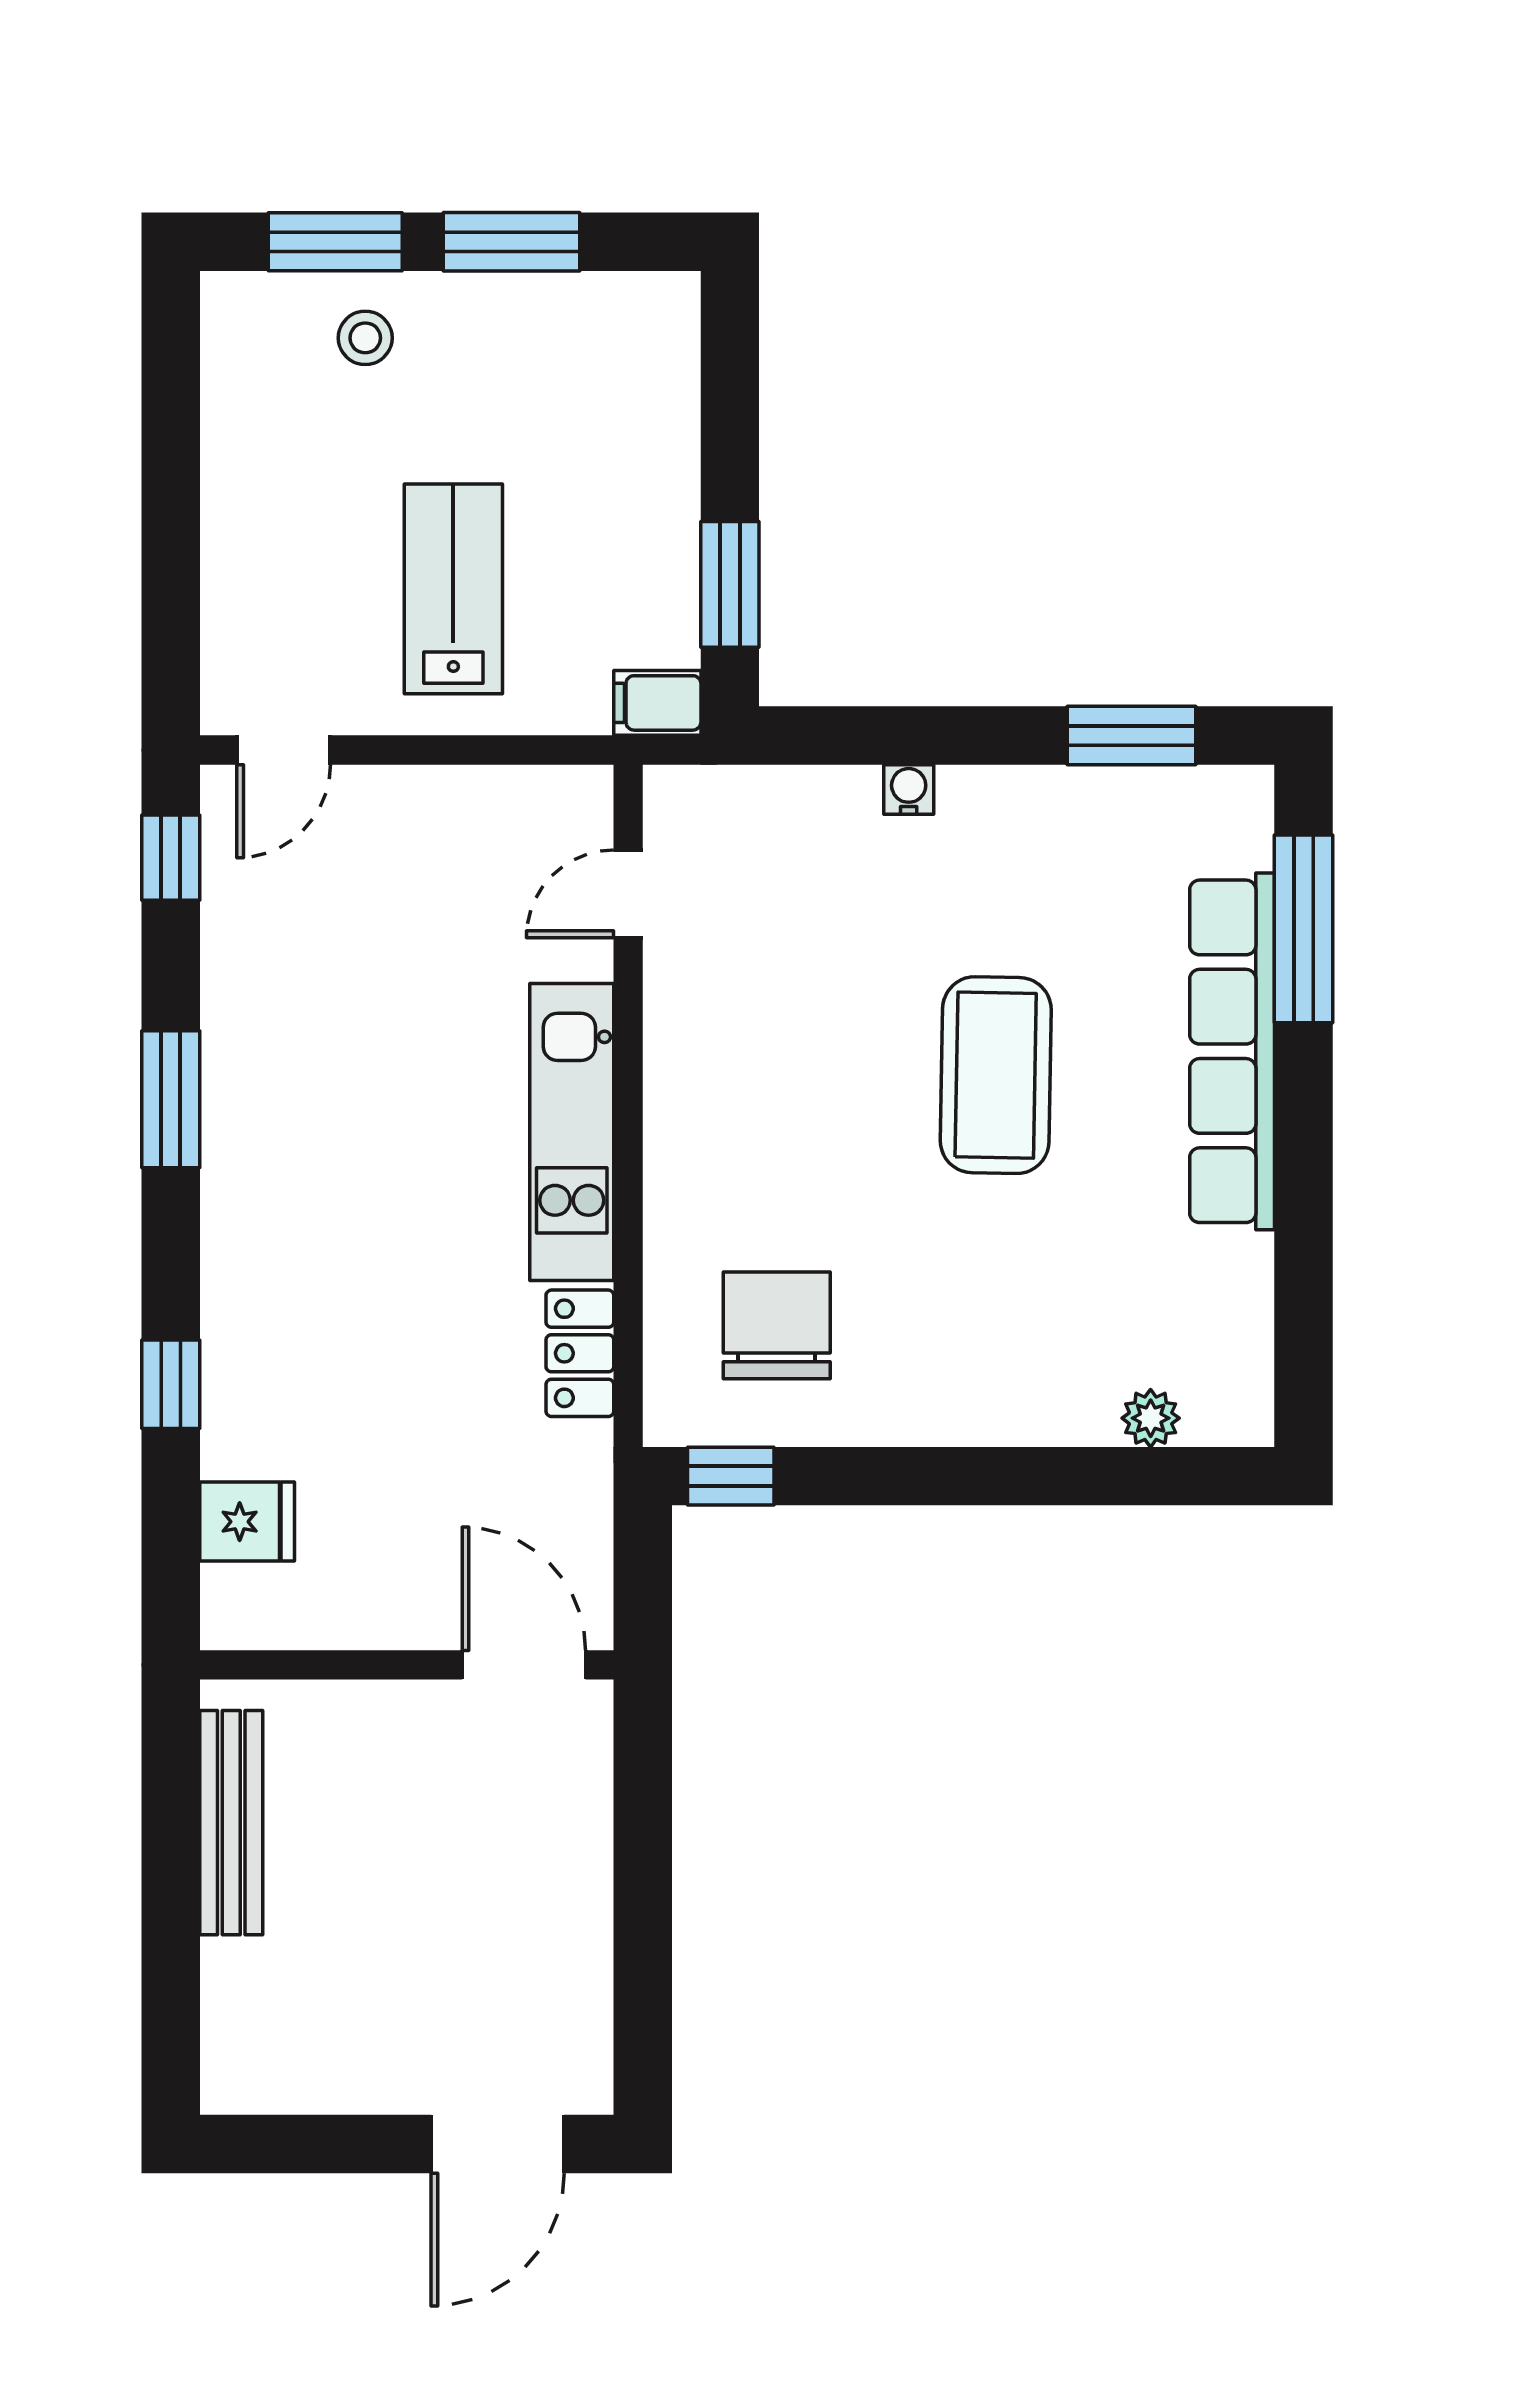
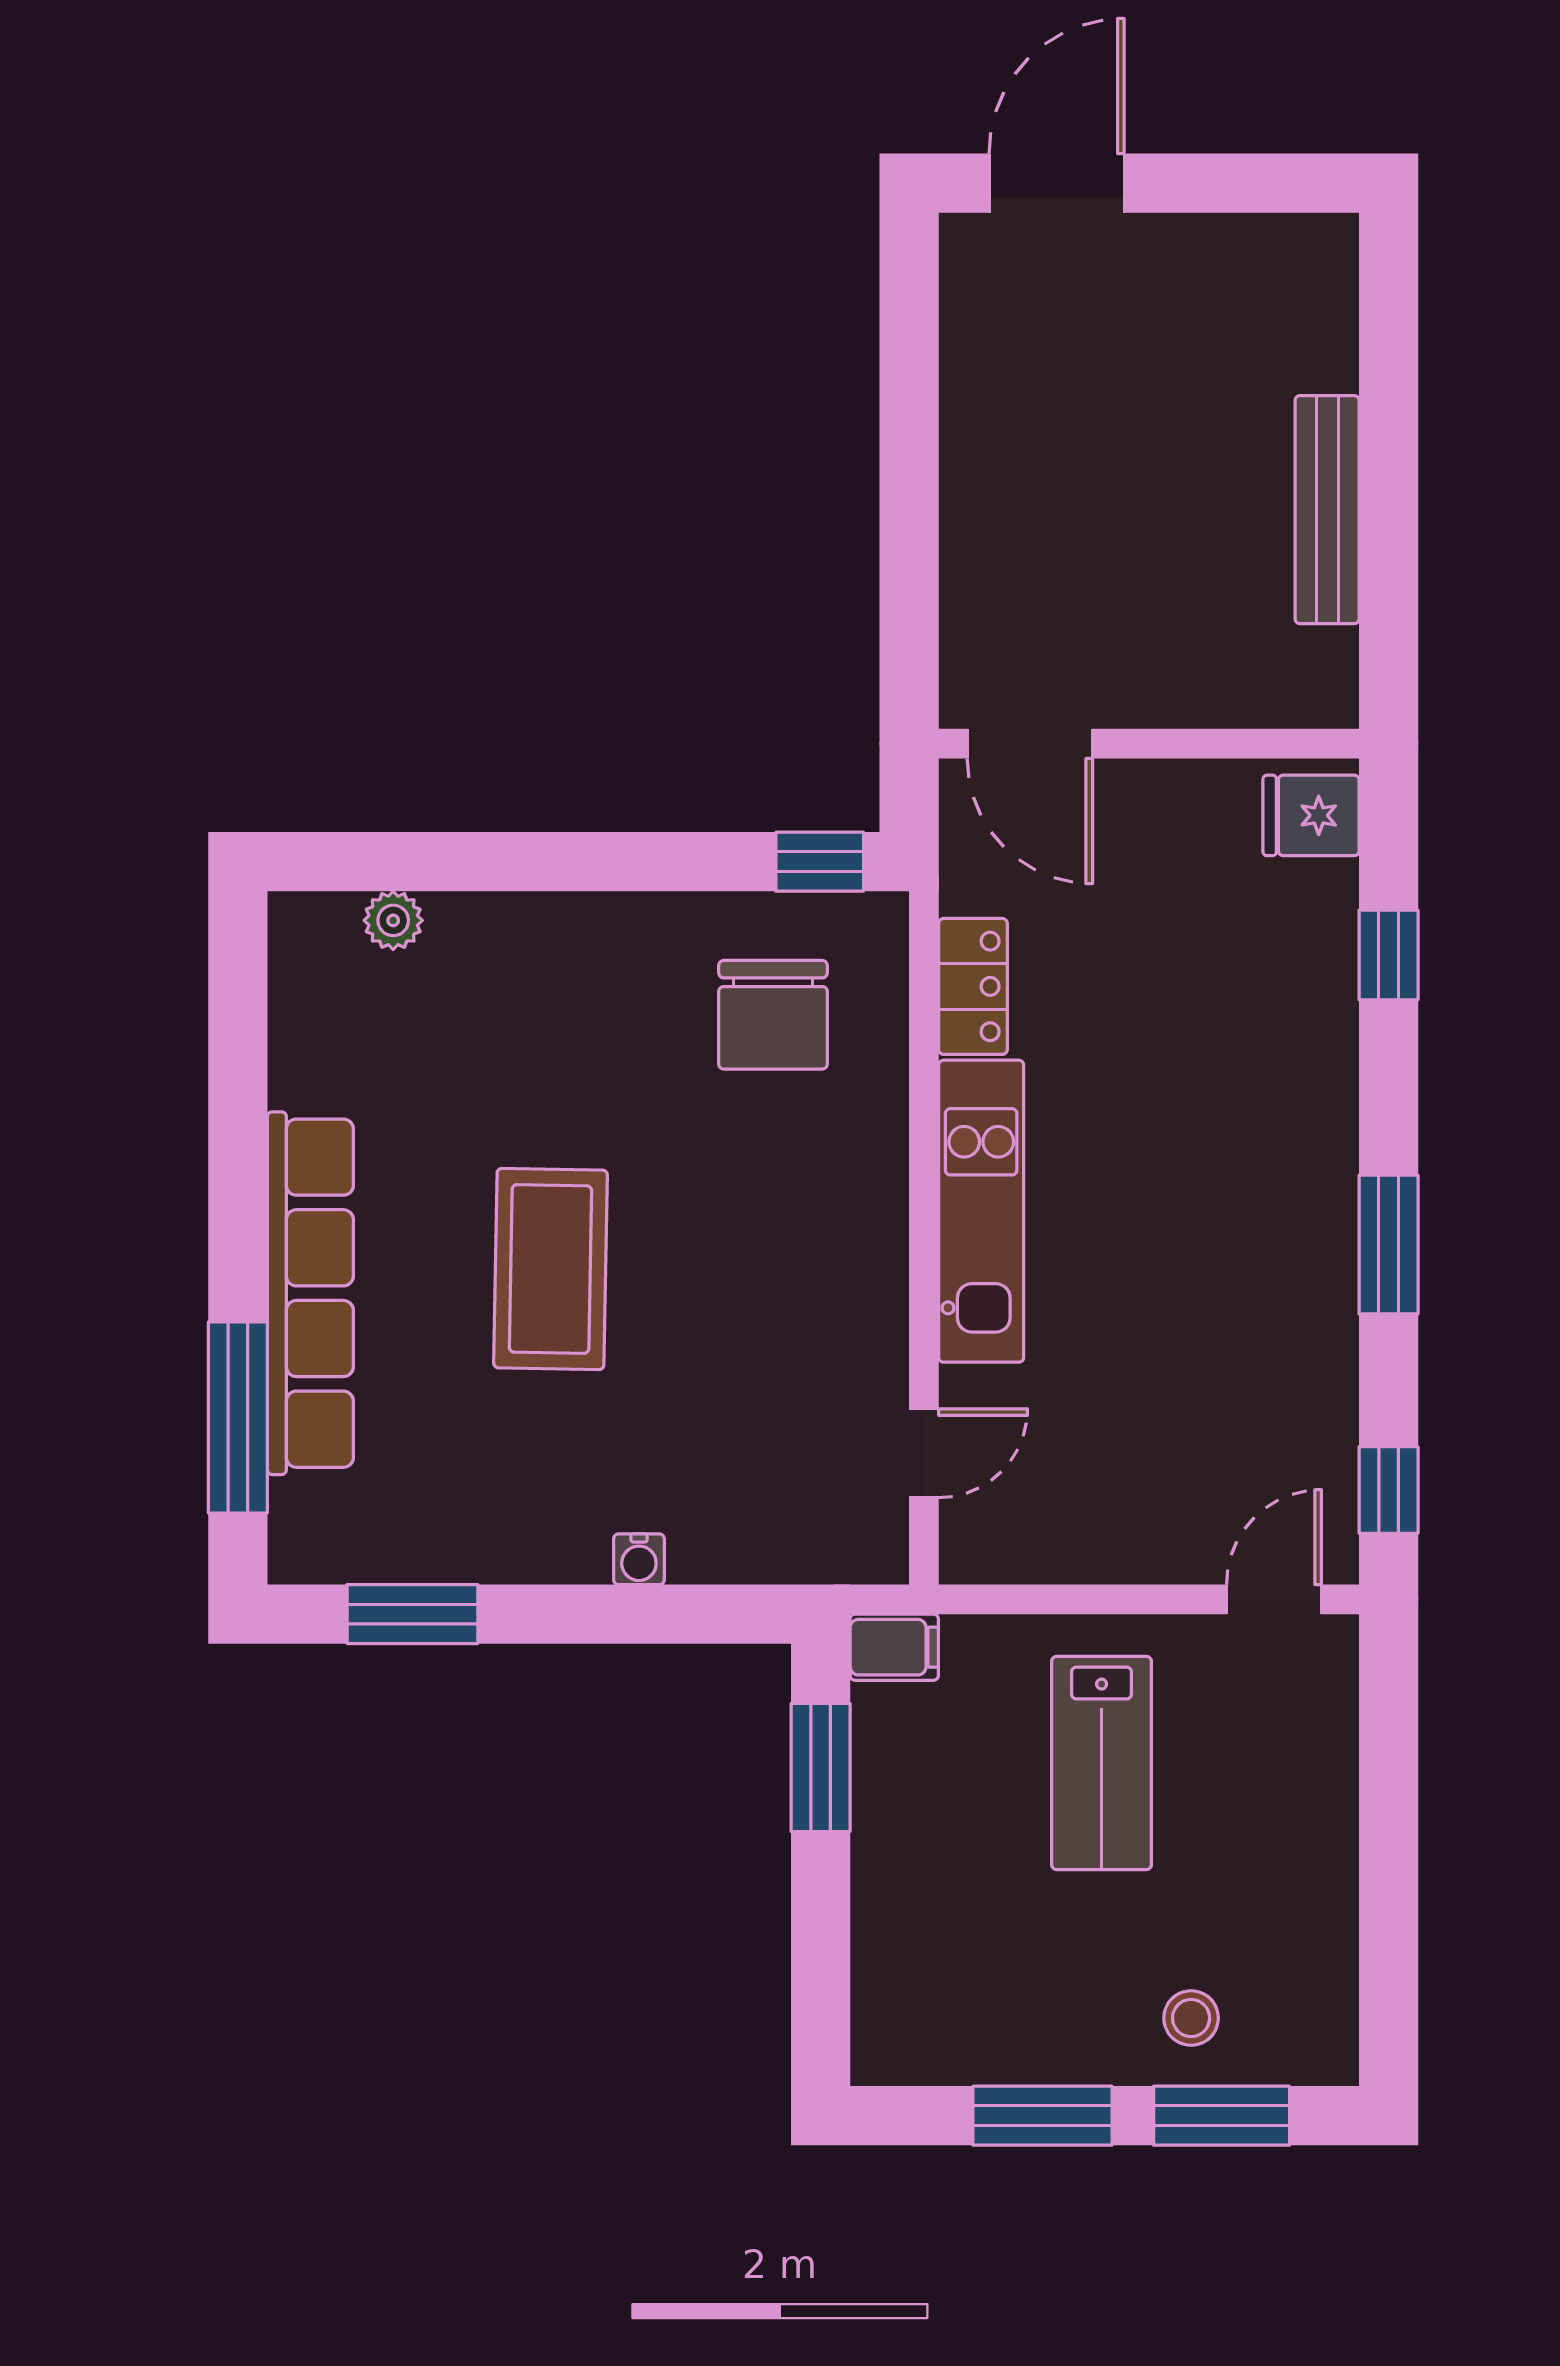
wall: (407, 1665) -> (1149, 744), moved
door: (524, 1665) -> (1030, 744), moved

